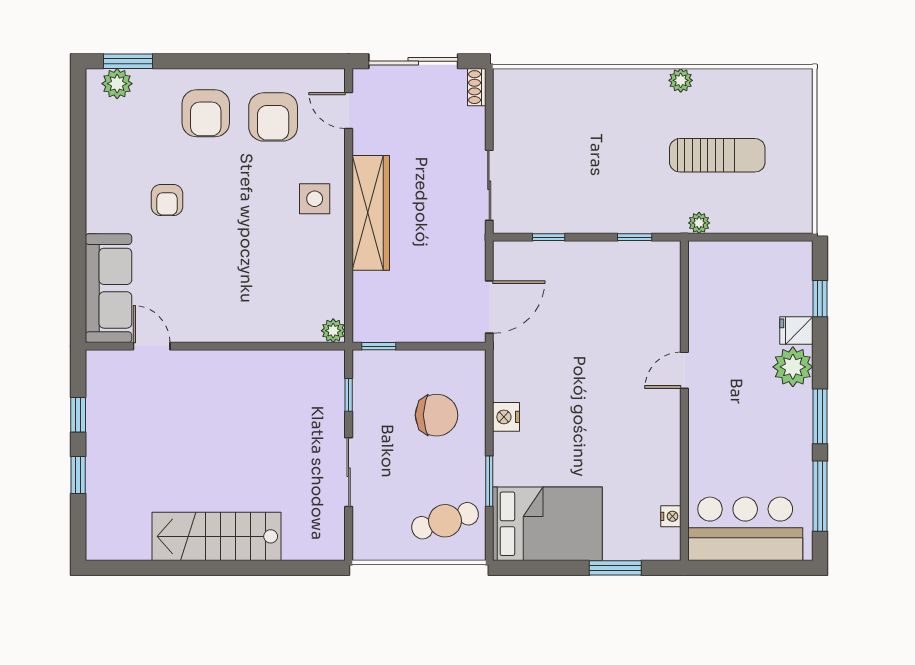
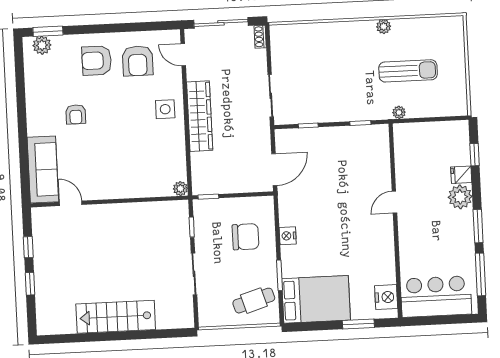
armchair: (206, 113) -> (97, 61), turned 90
nightstand: (671, 516) -> (386, 297), width x1.89, depth x1.79

